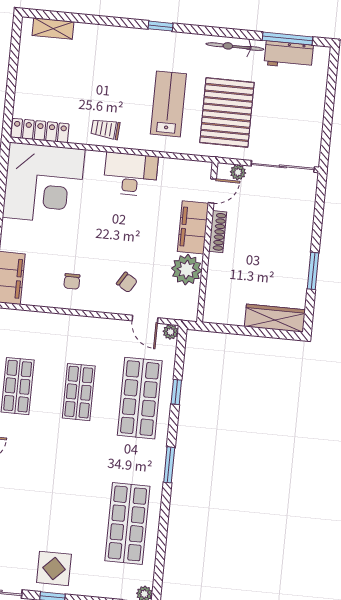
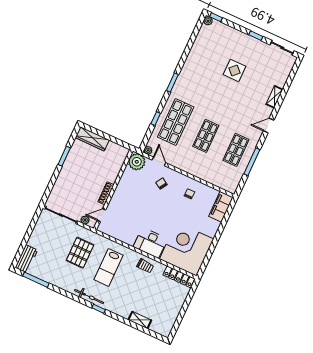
shelving: (53, 29) -> (140, 320), moved
bicycle: (235, 47) -> (89, 296), moved
workbench: (289, 55) -> (26, 259), moved, turned 90
pallet: (227, 112) -> (80, 253), width x0.73, depth x0.71
desk: (131, 174) -> (150, 243), moved
filing cabinet: (193, 227) -> (118, 200), removed
plant: (187, 270) -> (137, 162), moved
shop shelf: (127, 523) -> (204, 60), removed
display table: (54, 568) -> (235, 70), moved

